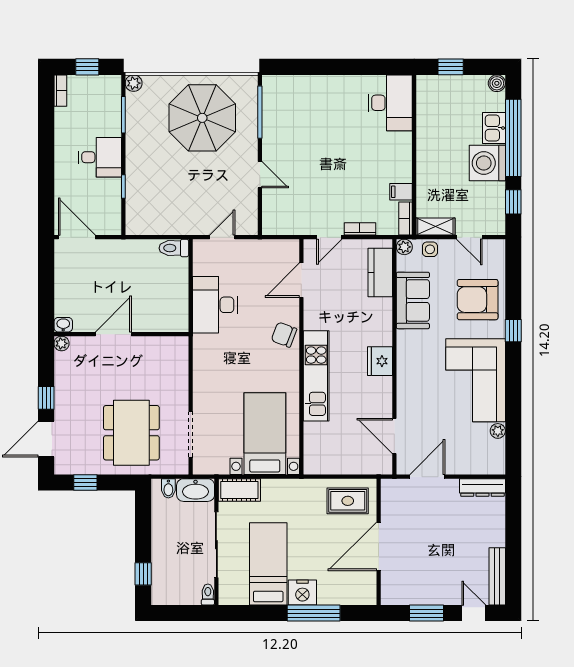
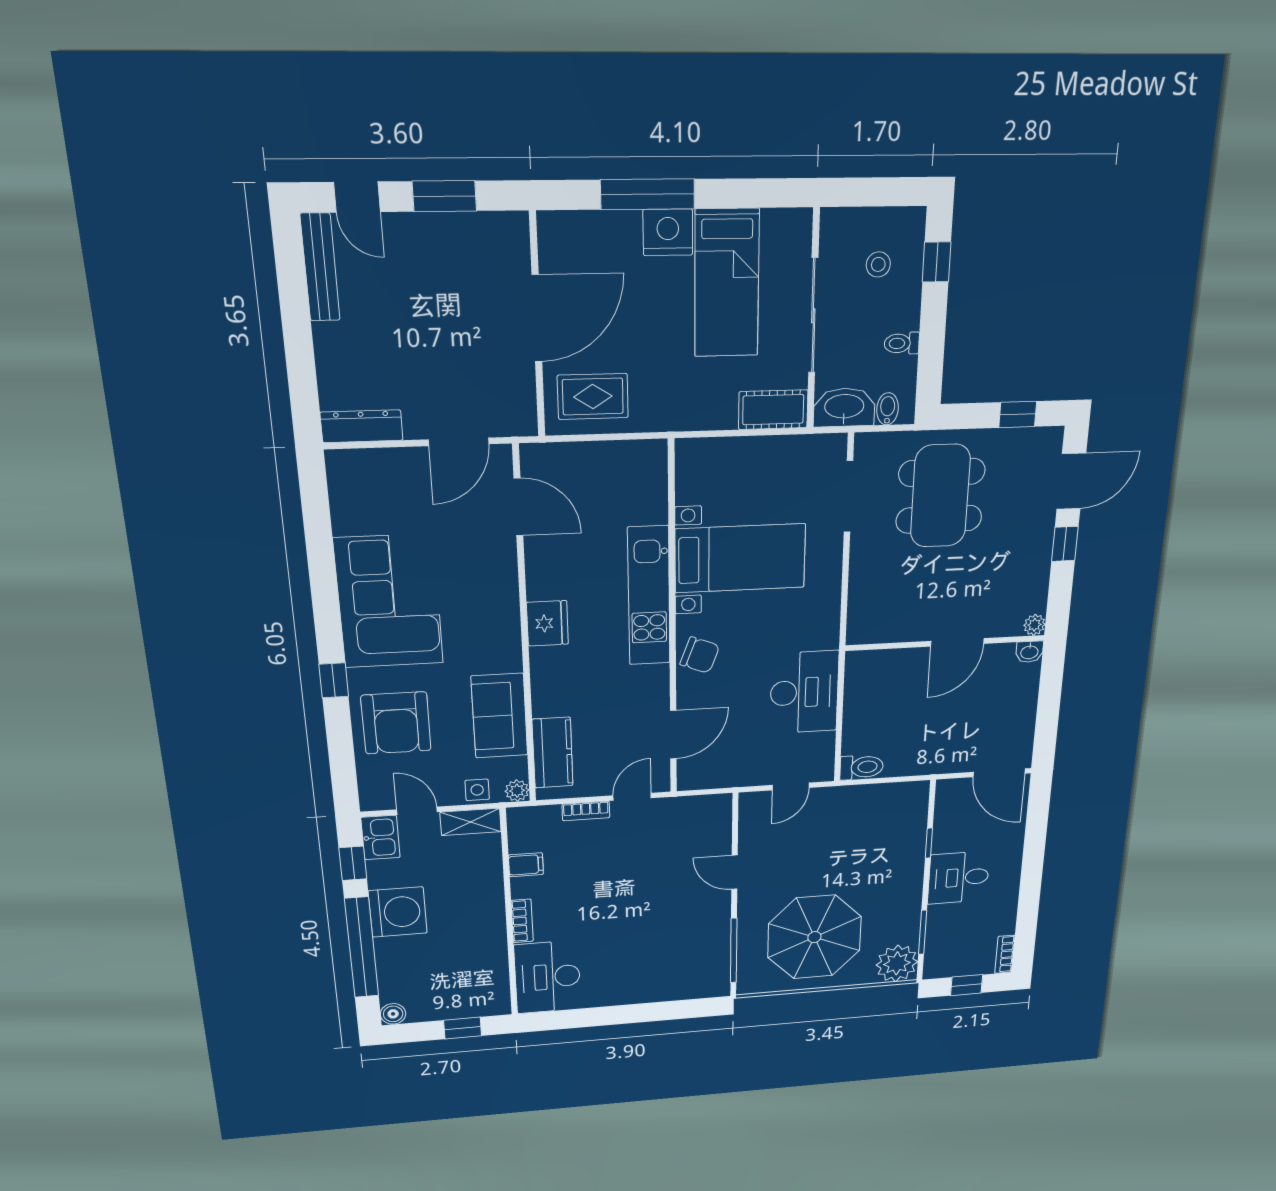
plant: (134, 83) -> (897, 963), width x1.87, depth x1.87
kitchen sink: (494, 128) -> (380, 837), moved
bookcase: (406, 218) -> (522, 921), moved
armchair: (478, 300) -> (396, 723), turned 90
plant: (498, 431) -> (344, 522), removed
bed with nightstands: (265, 434) -> (740, 558), moved, turned -90
stool: (178, 573) -> (878, 264), added
toilet: (208, 595) -> (902, 343), moved, turned 90

